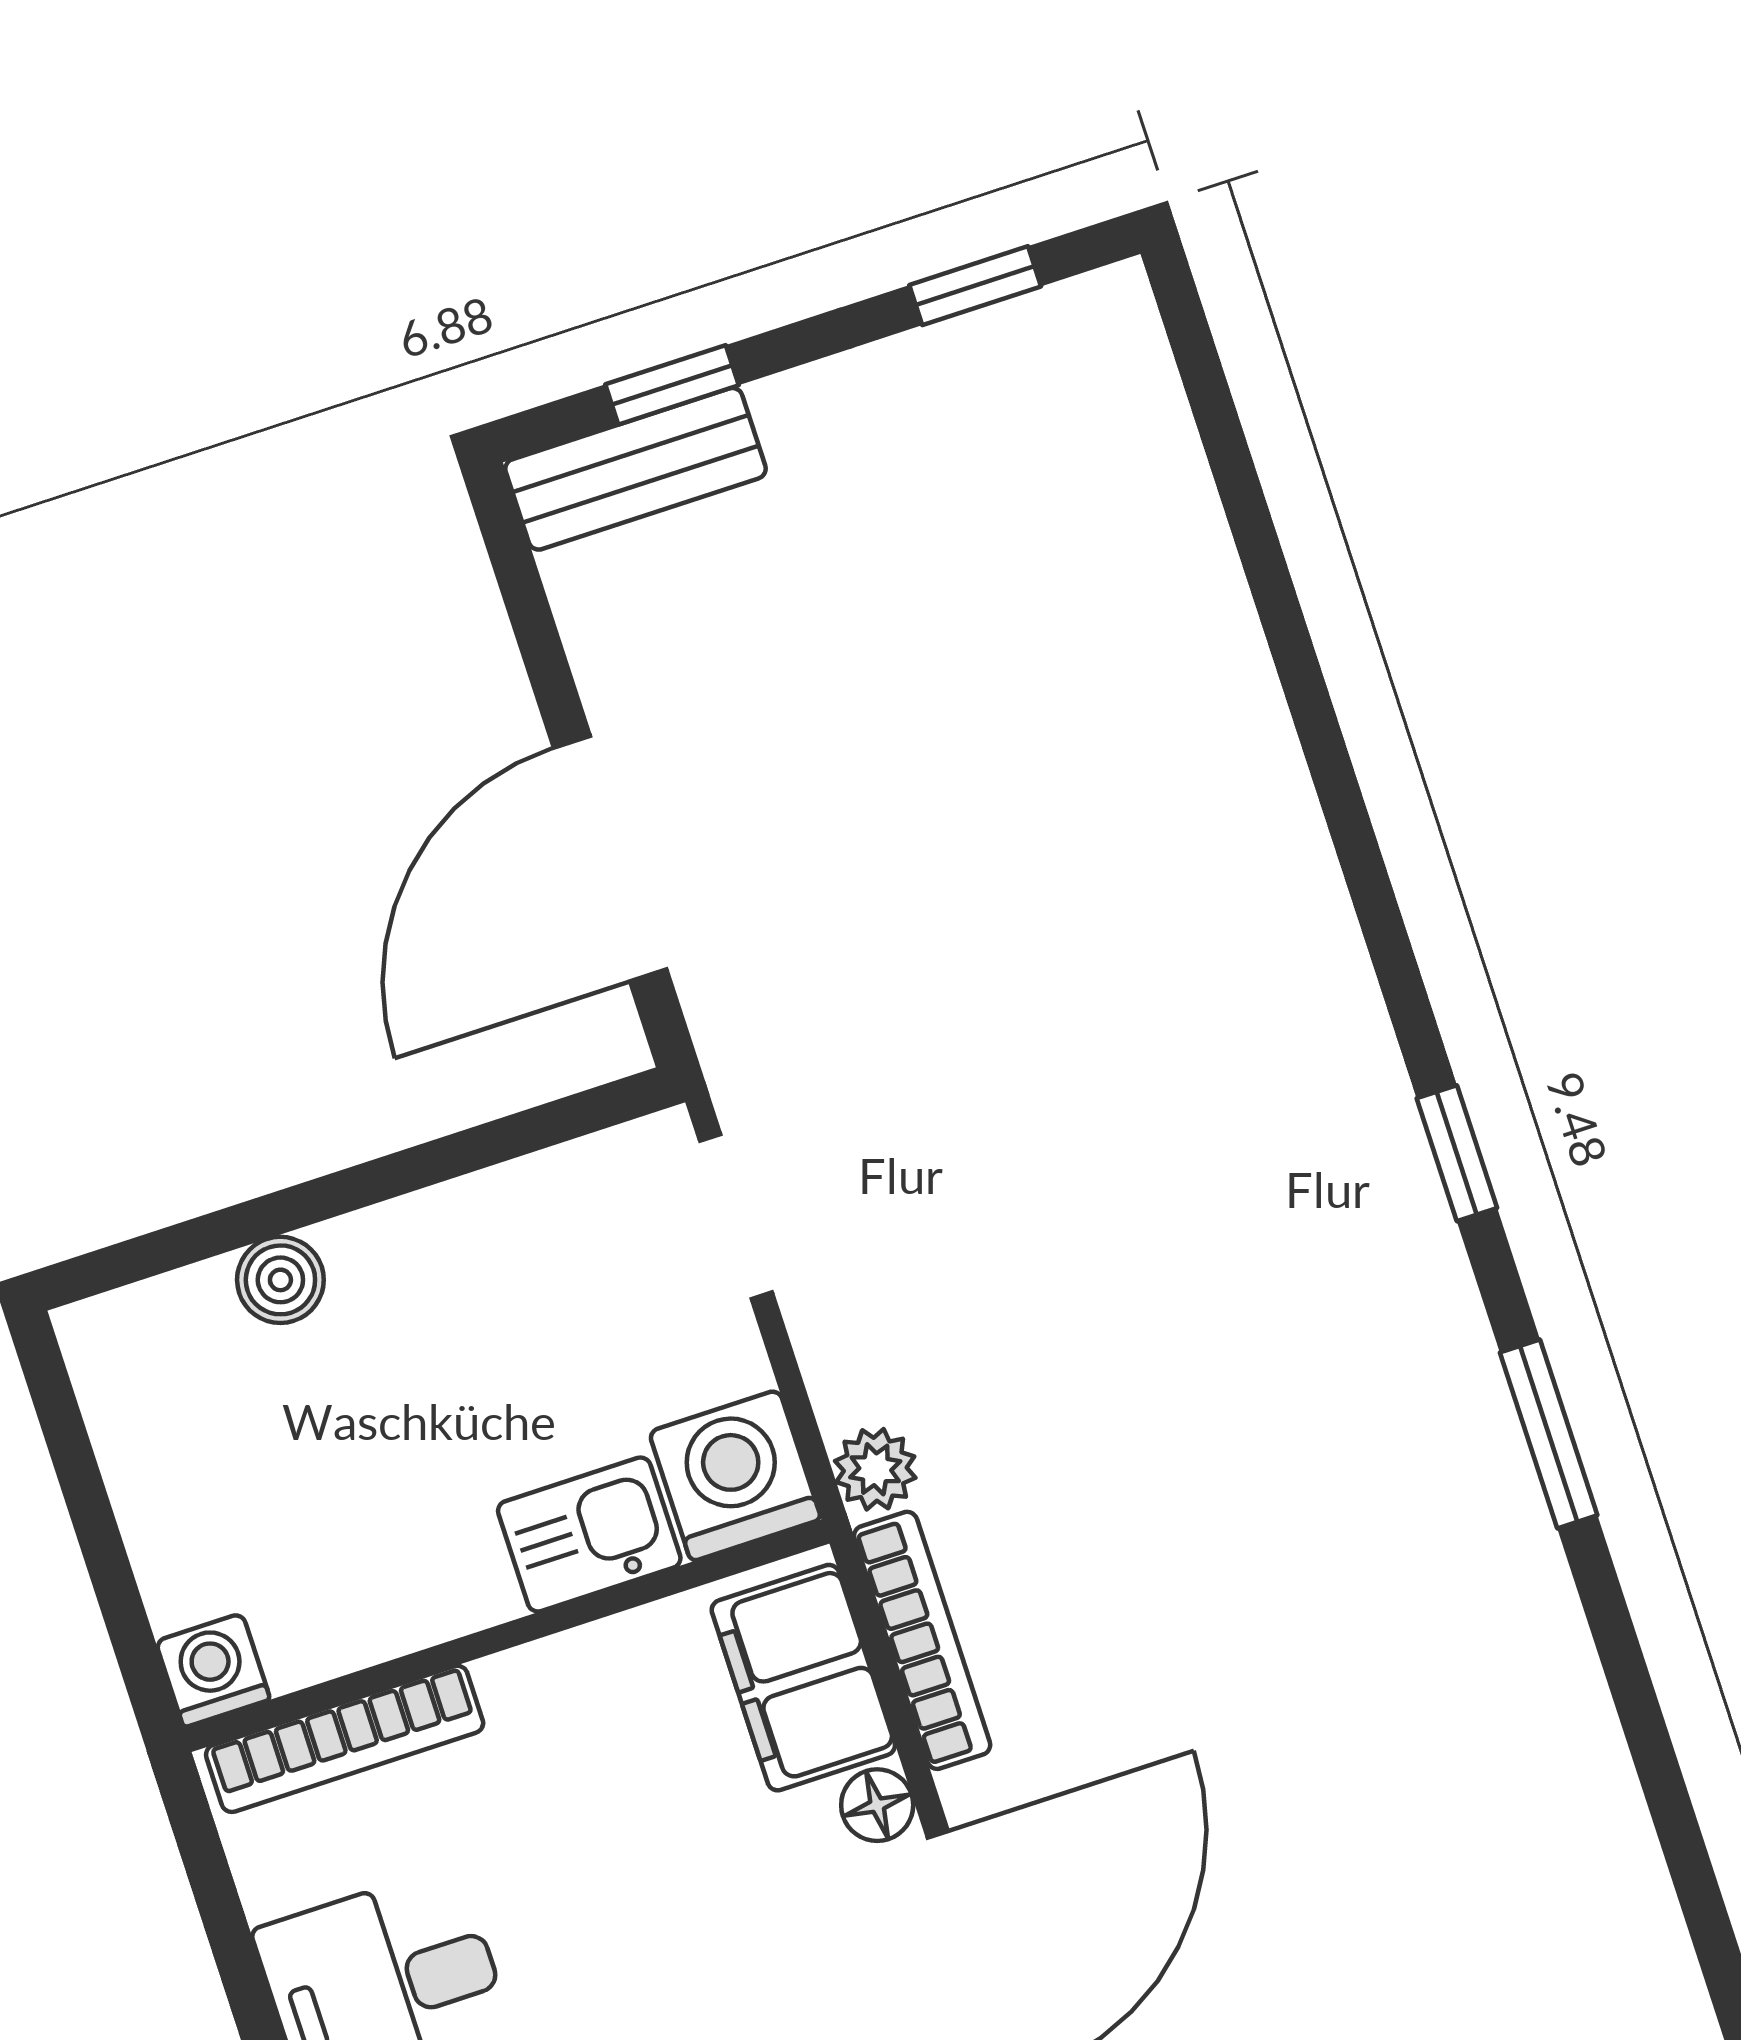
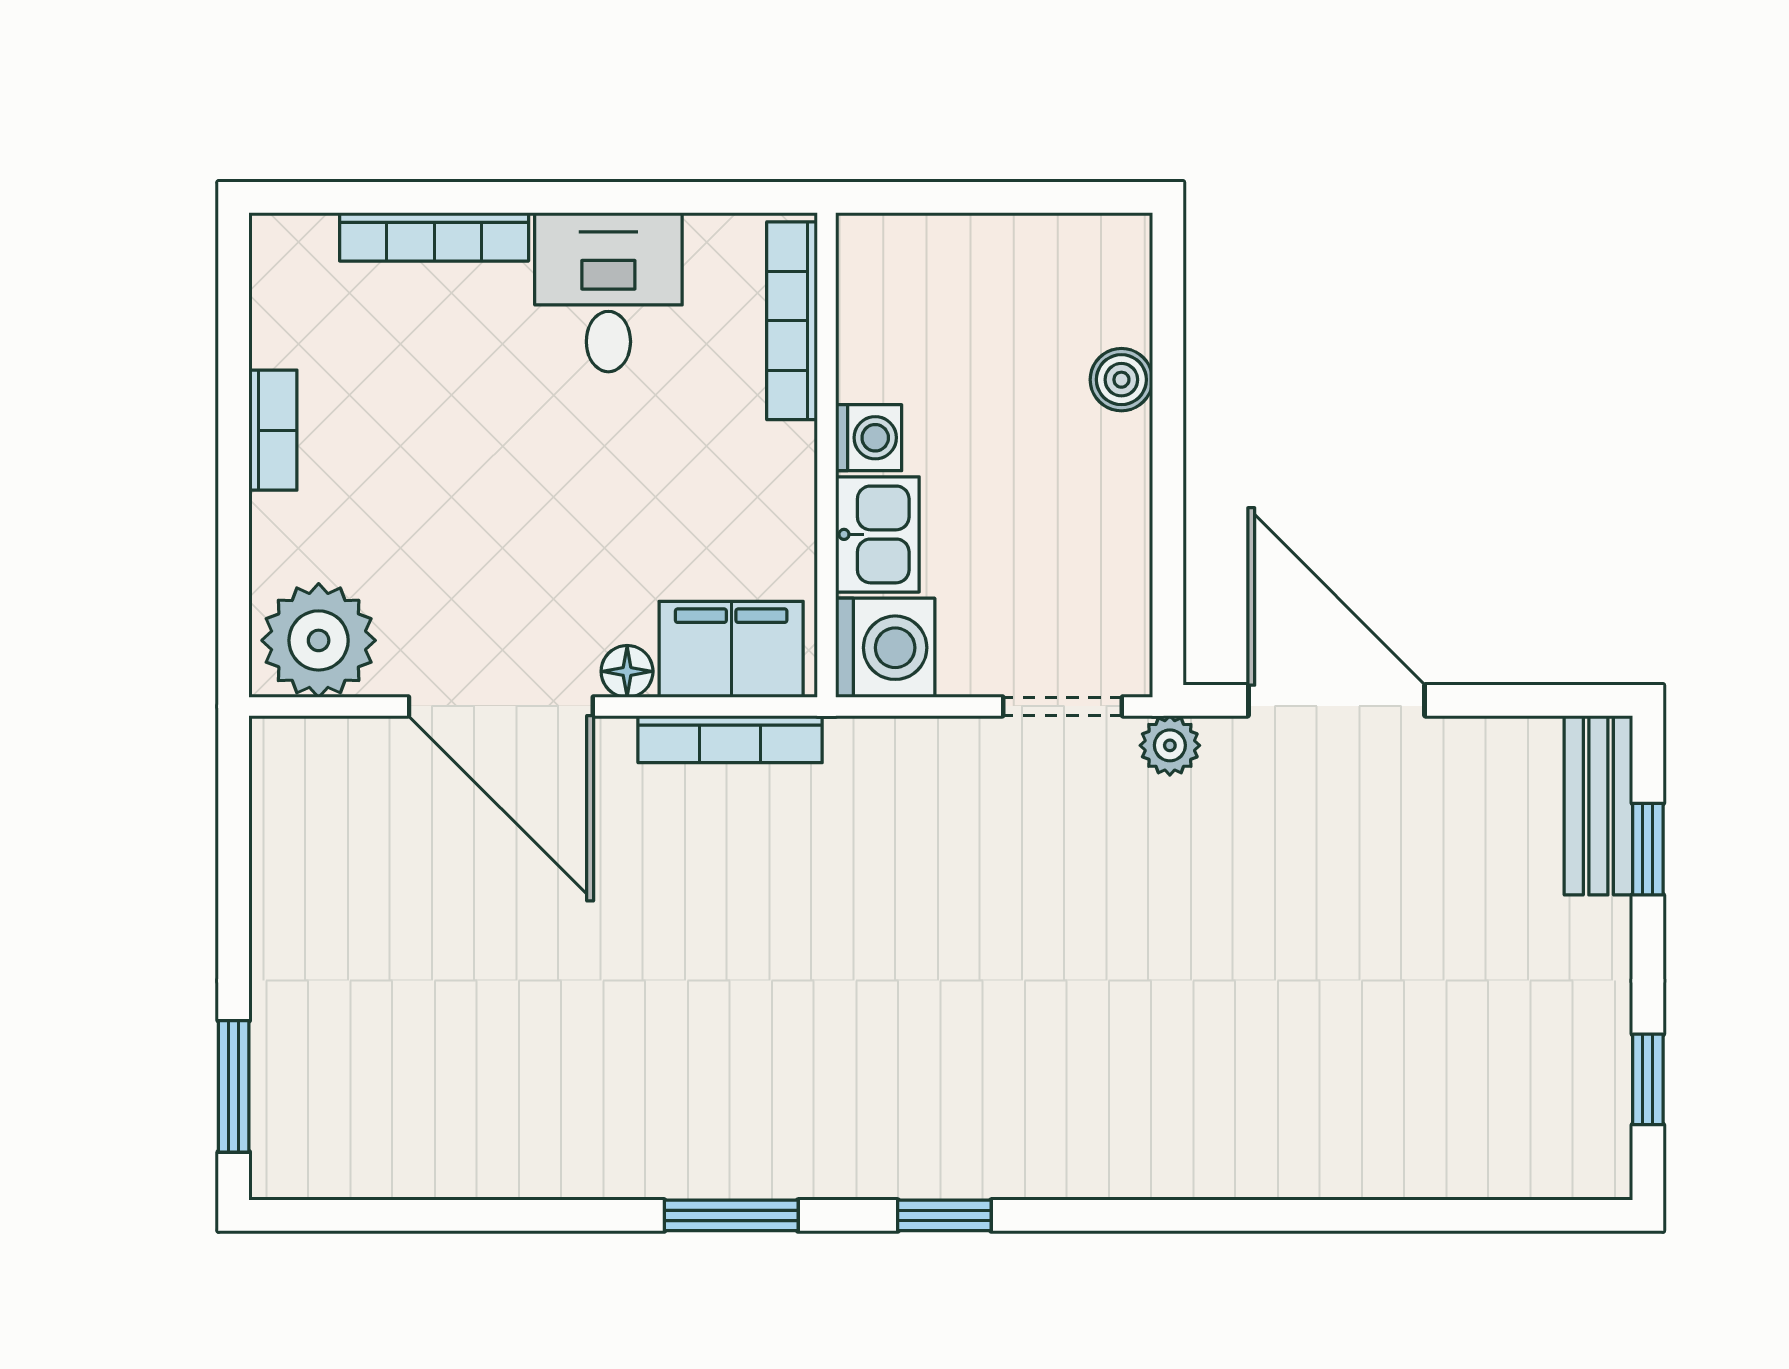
plant: (875, 1469) -> (1170, 745), moved
washing machine: (213, 1670) -> (869, 438), moved

